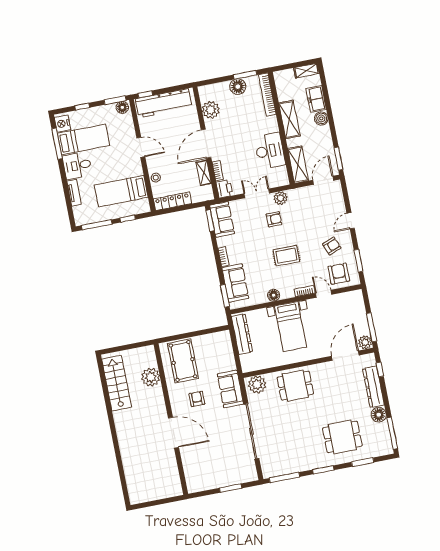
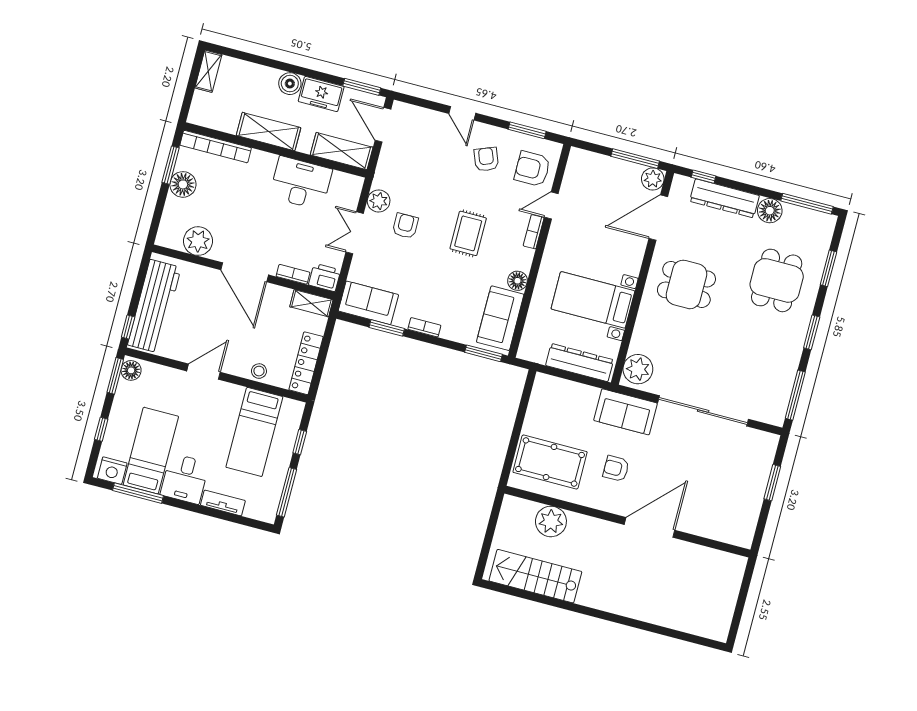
freezer: (316, 99) -> (321, 94), moved
shelving: (204, 173) -> (311, 303), moved
window: (210, 220) -> (387, 328), moved
sofa: (235, 283) -> (500, 318), moved, turned -90
bed with nightstands: (291, 327) -> (593, 300), moved, turned 180
dresser: (242, 334) -> (580, 363), moved
door: (345, 356) -> (658, 218), hinge flipped
dining table: (295, 386) -> (686, 284), moved, turned 90

